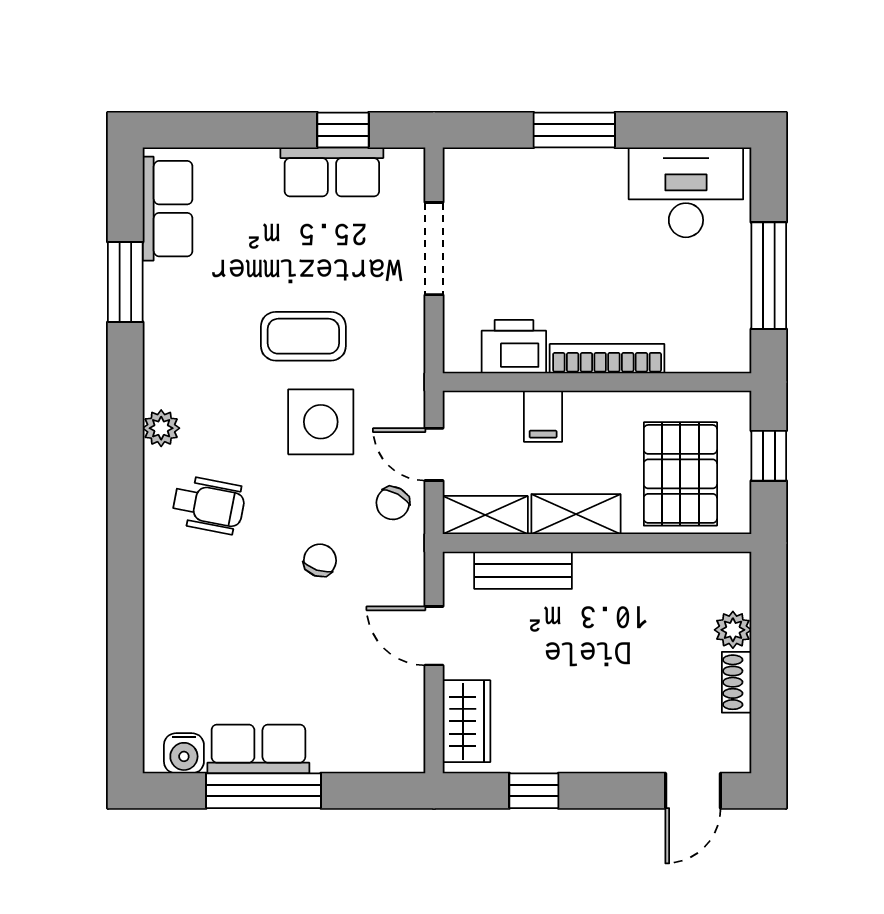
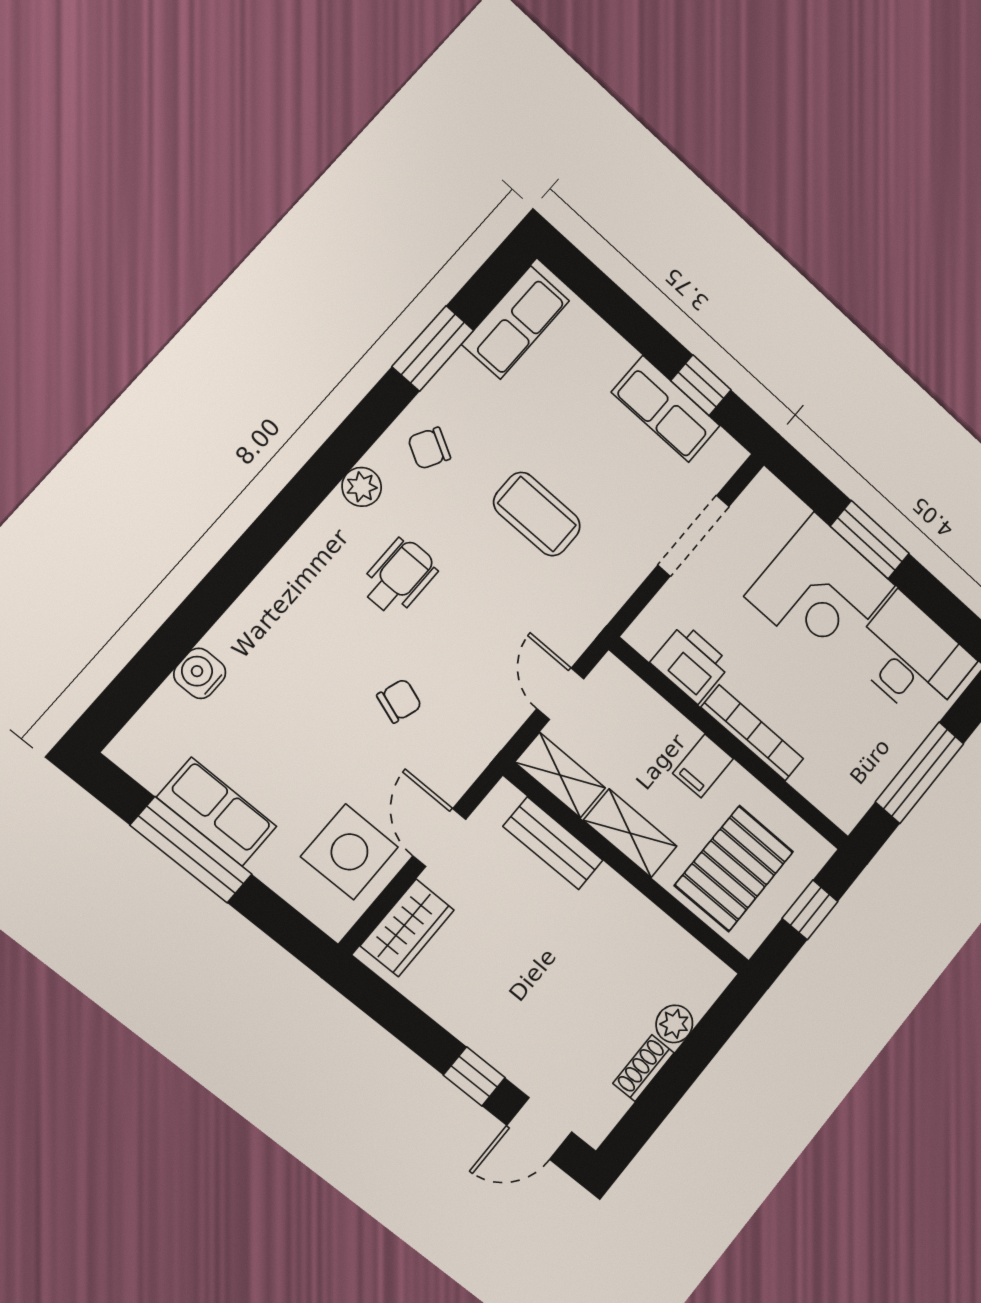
corner desk: (568, 204) -> (820, 591), added
filing cabinet: (543, 416) -> (703, 766), moved
side table: (321, 422) -> (350, 852), moved
chair: (393, 503) -> (429, 448), moved
wheelchair: (209, 505) -> (399, 577), moved, turned -101
water cooler: (184, 753) -> (200, 673), moved, turned 90
window: (534, 791) -> (474, 1076), moved

